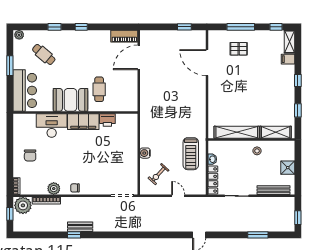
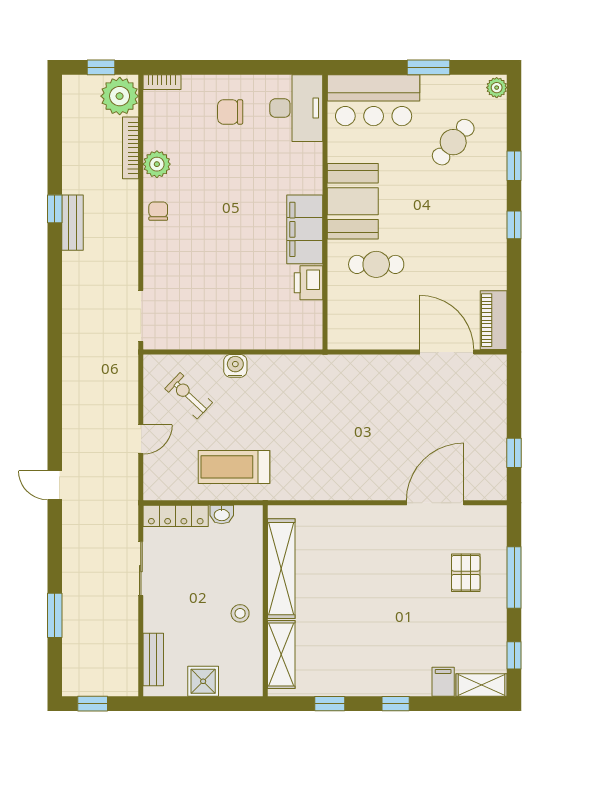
desk: (52, 125) -> (296, 108), moved
bench: (274, 190) -> (153, 659), width x0.73

